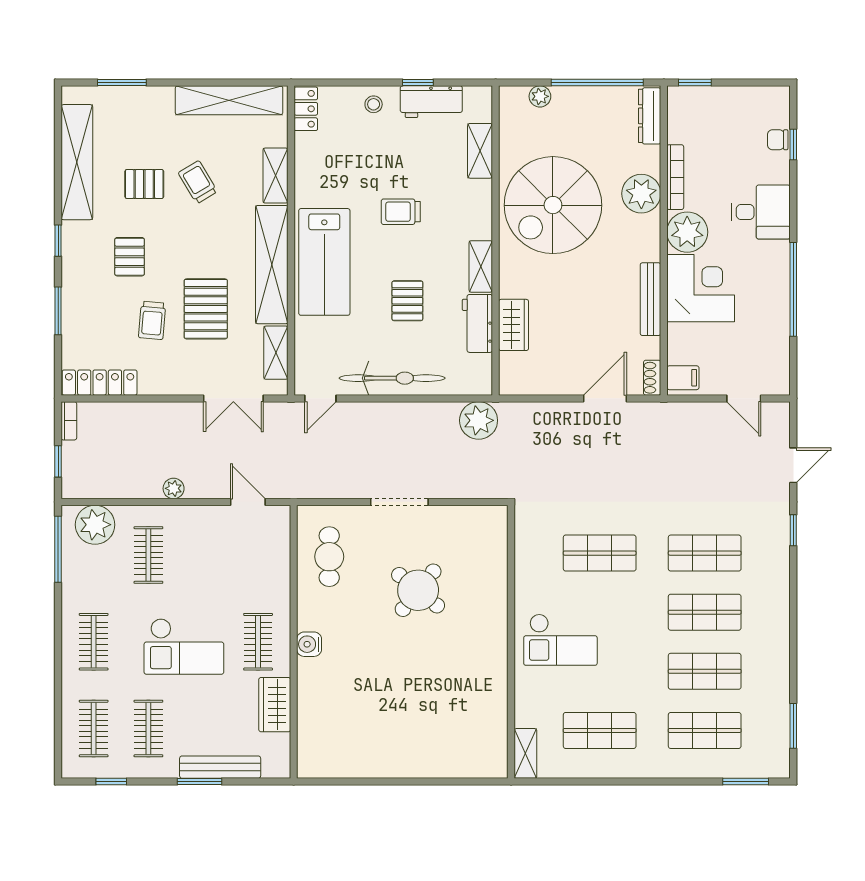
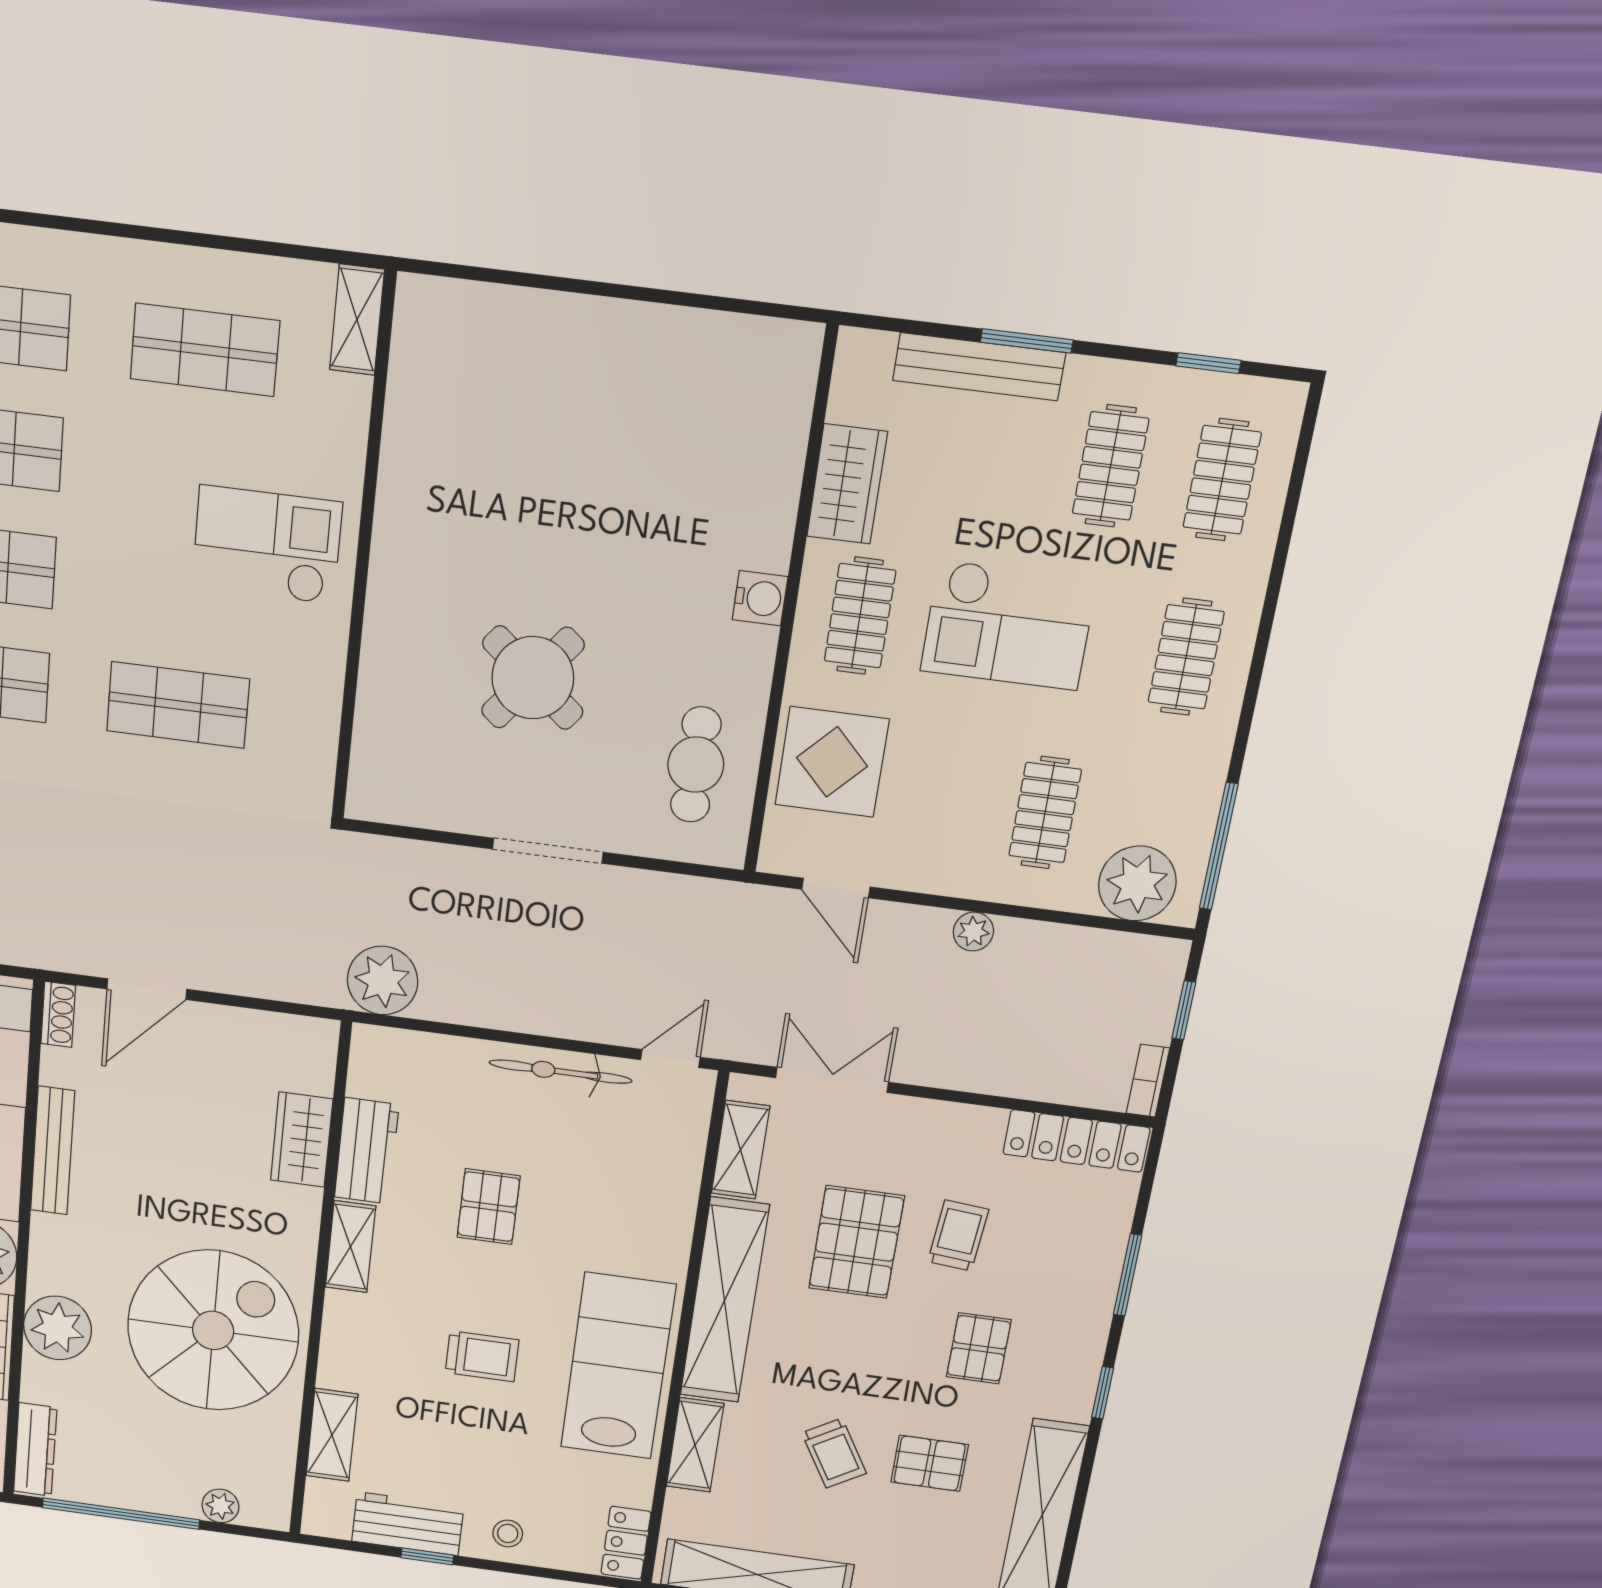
lab bench: (324, 262) -> (618, 1366), moved
bicycle: (392, 378) -> (560, 1072), width x0.73, depth x0.71
display table: (260, 567) -> (832, 762), added
checkout: (184, 646) -> (1008, 625), turned 180

